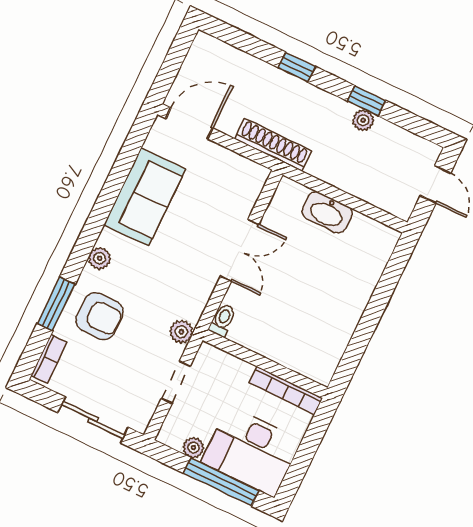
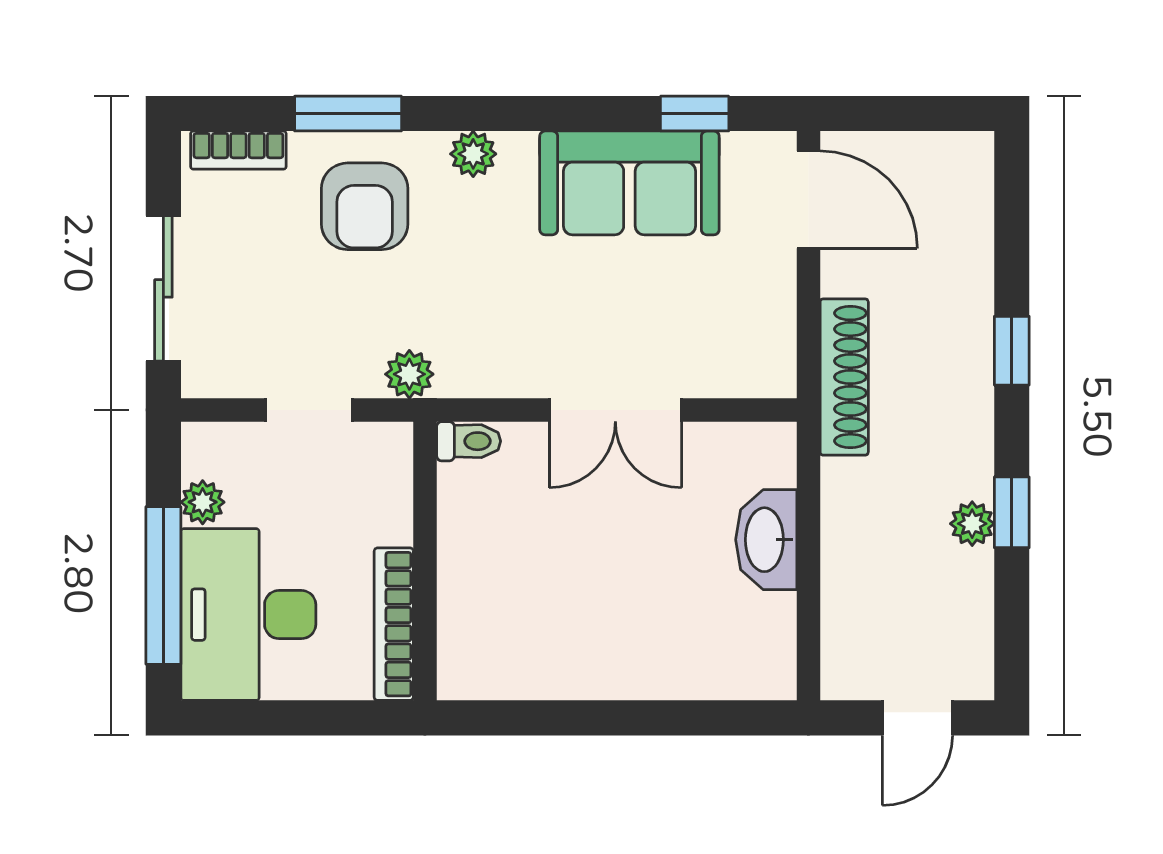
window: (128, 154) -> (695, 114), added

